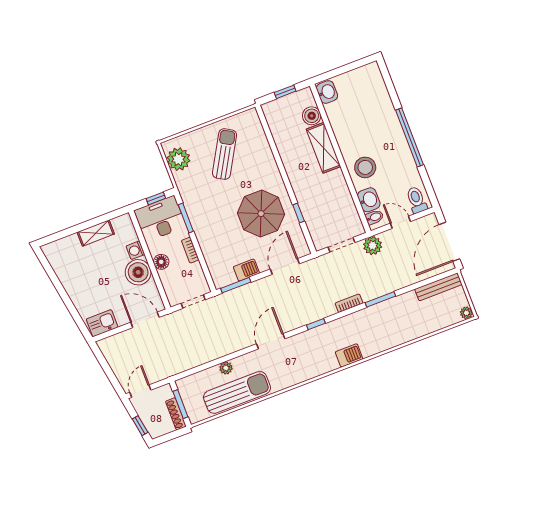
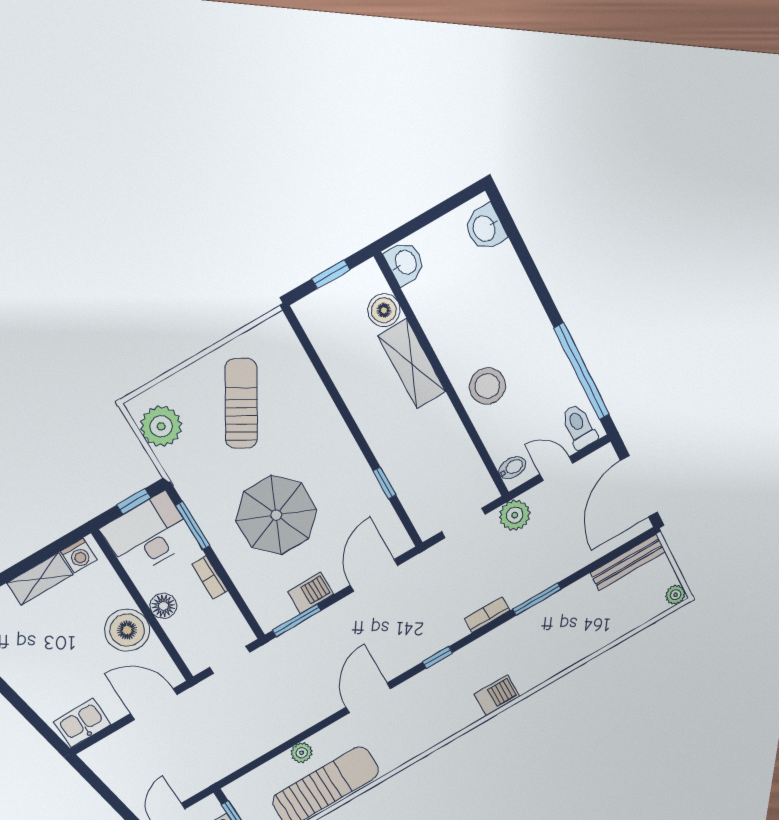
window: (410, 137) -> (582, 372), moved
washbasin: (369, 200) -> (485, 228), moved, turned 180
parasol: (261, 214) -> (276, 515), moved
washing machine: (135, 250) -> (79, 555), moved, turned -90

